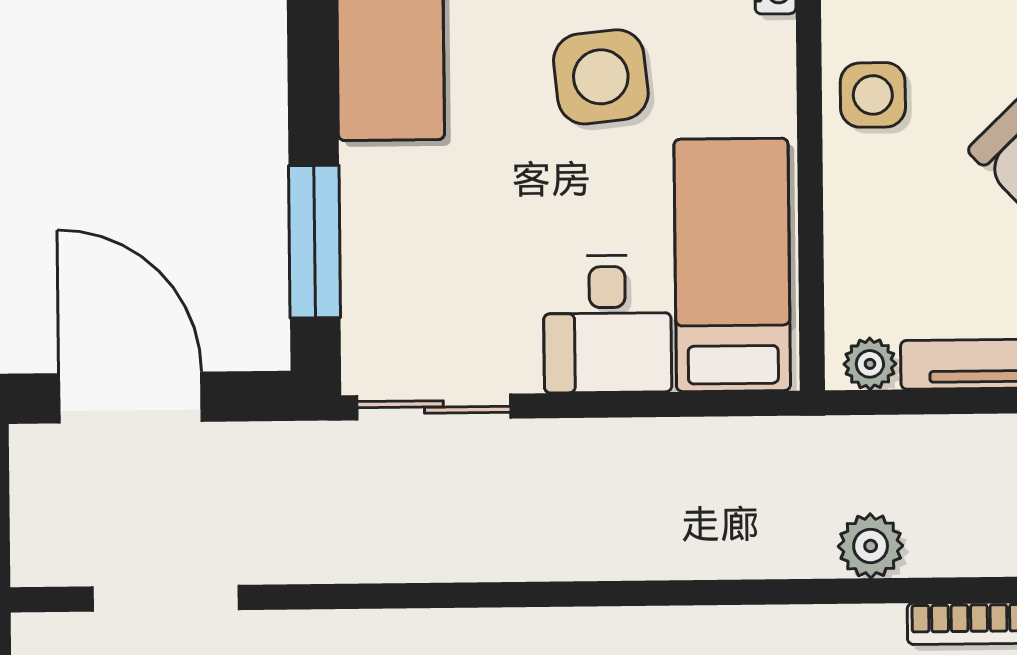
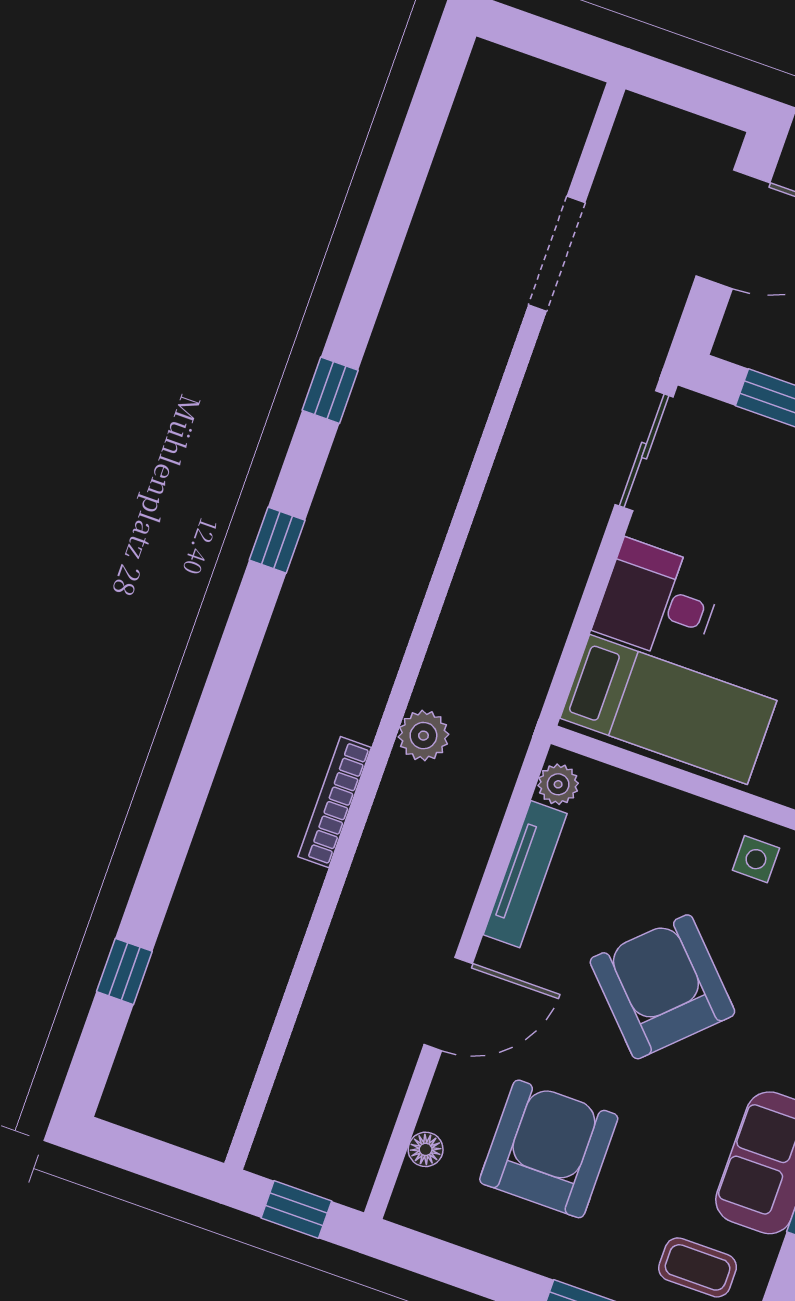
side table: (873, 95) -> (756, 859), width x0.73, depth x0.73
doorway: (166, 598) -> (557, 254), moved

